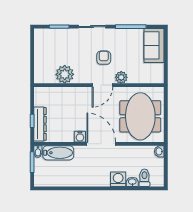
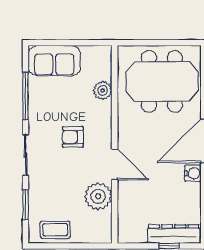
coffee table: (43, 46) -> (55, 230), added
plant: (121, 77) -> (103, 90), moved
door: (102, 85) -> (115, 164), moved

